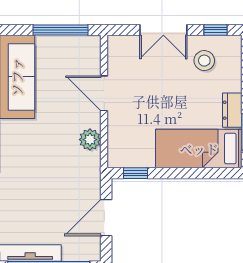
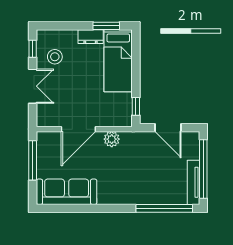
door: (104, 93) -> (78, 129), width x1.36

